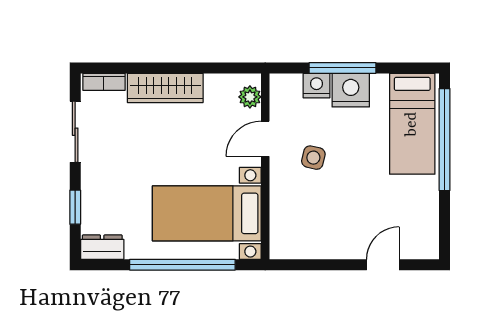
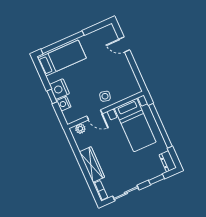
window: (343, 68) -> (52, 96), width x0.46
side table: (313, 158) -> (105, 96), moved

